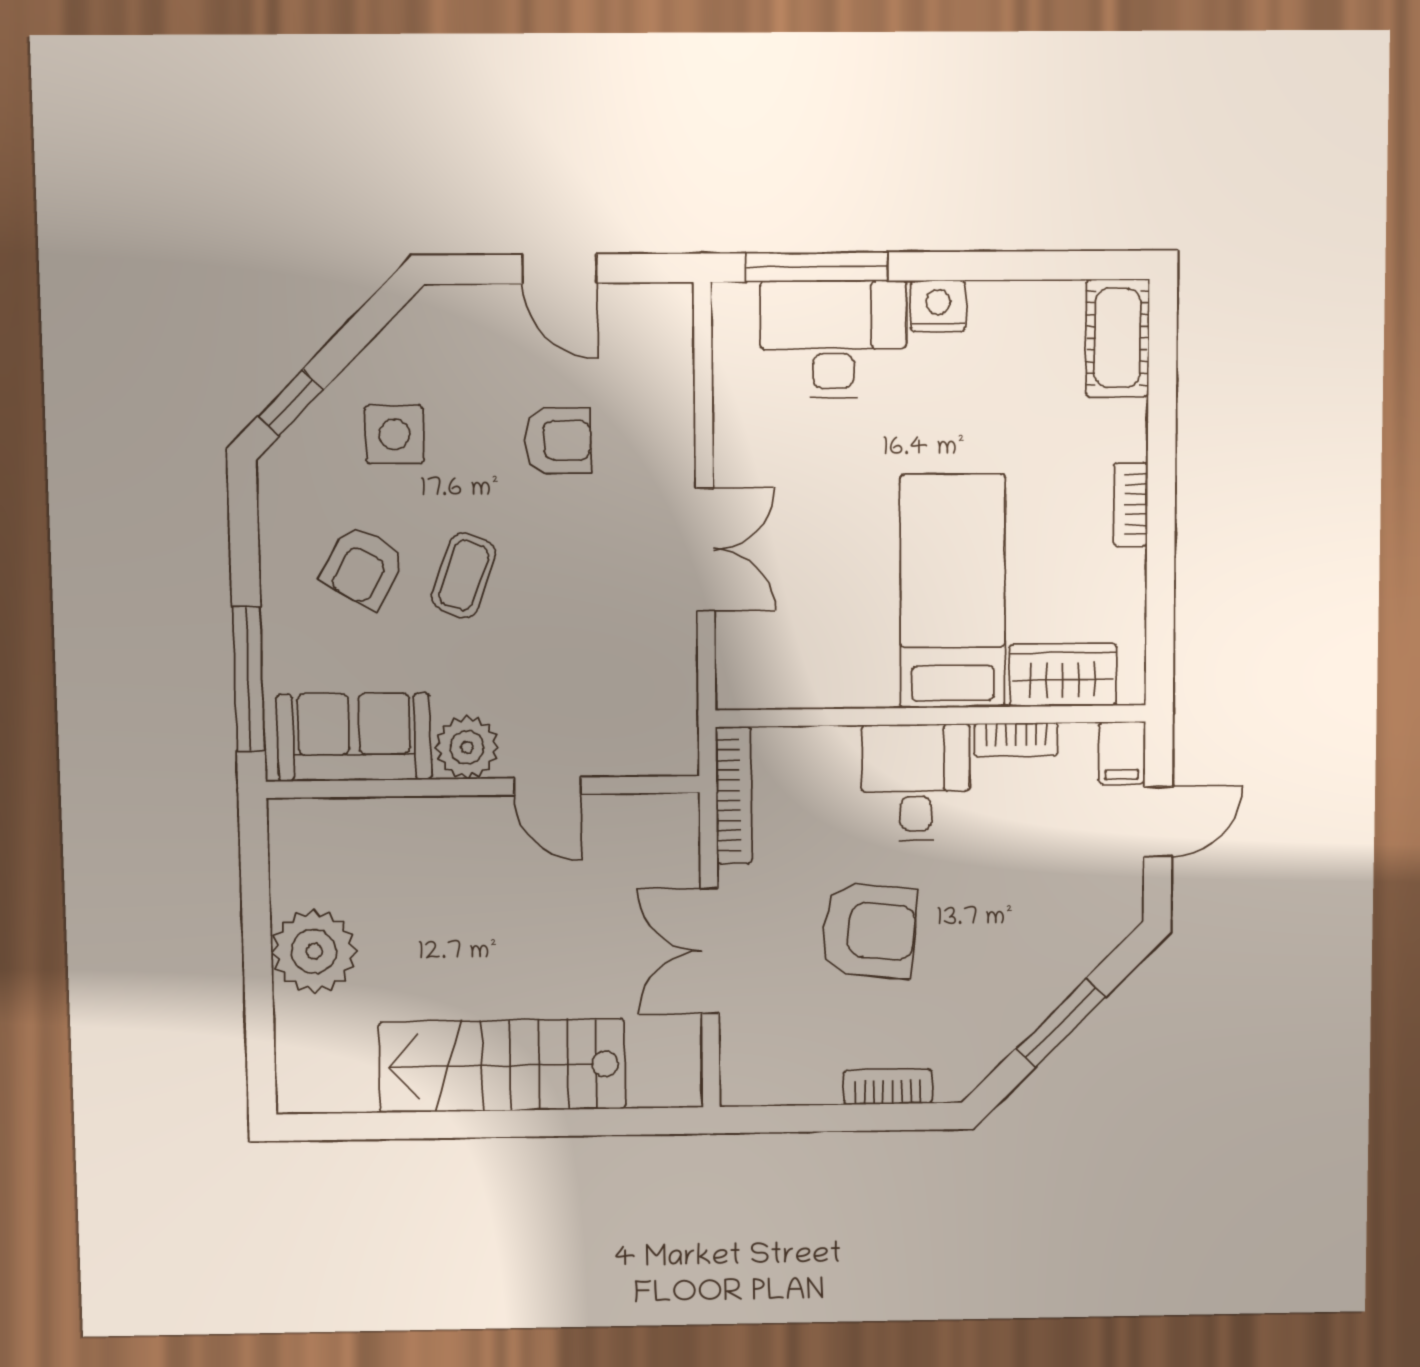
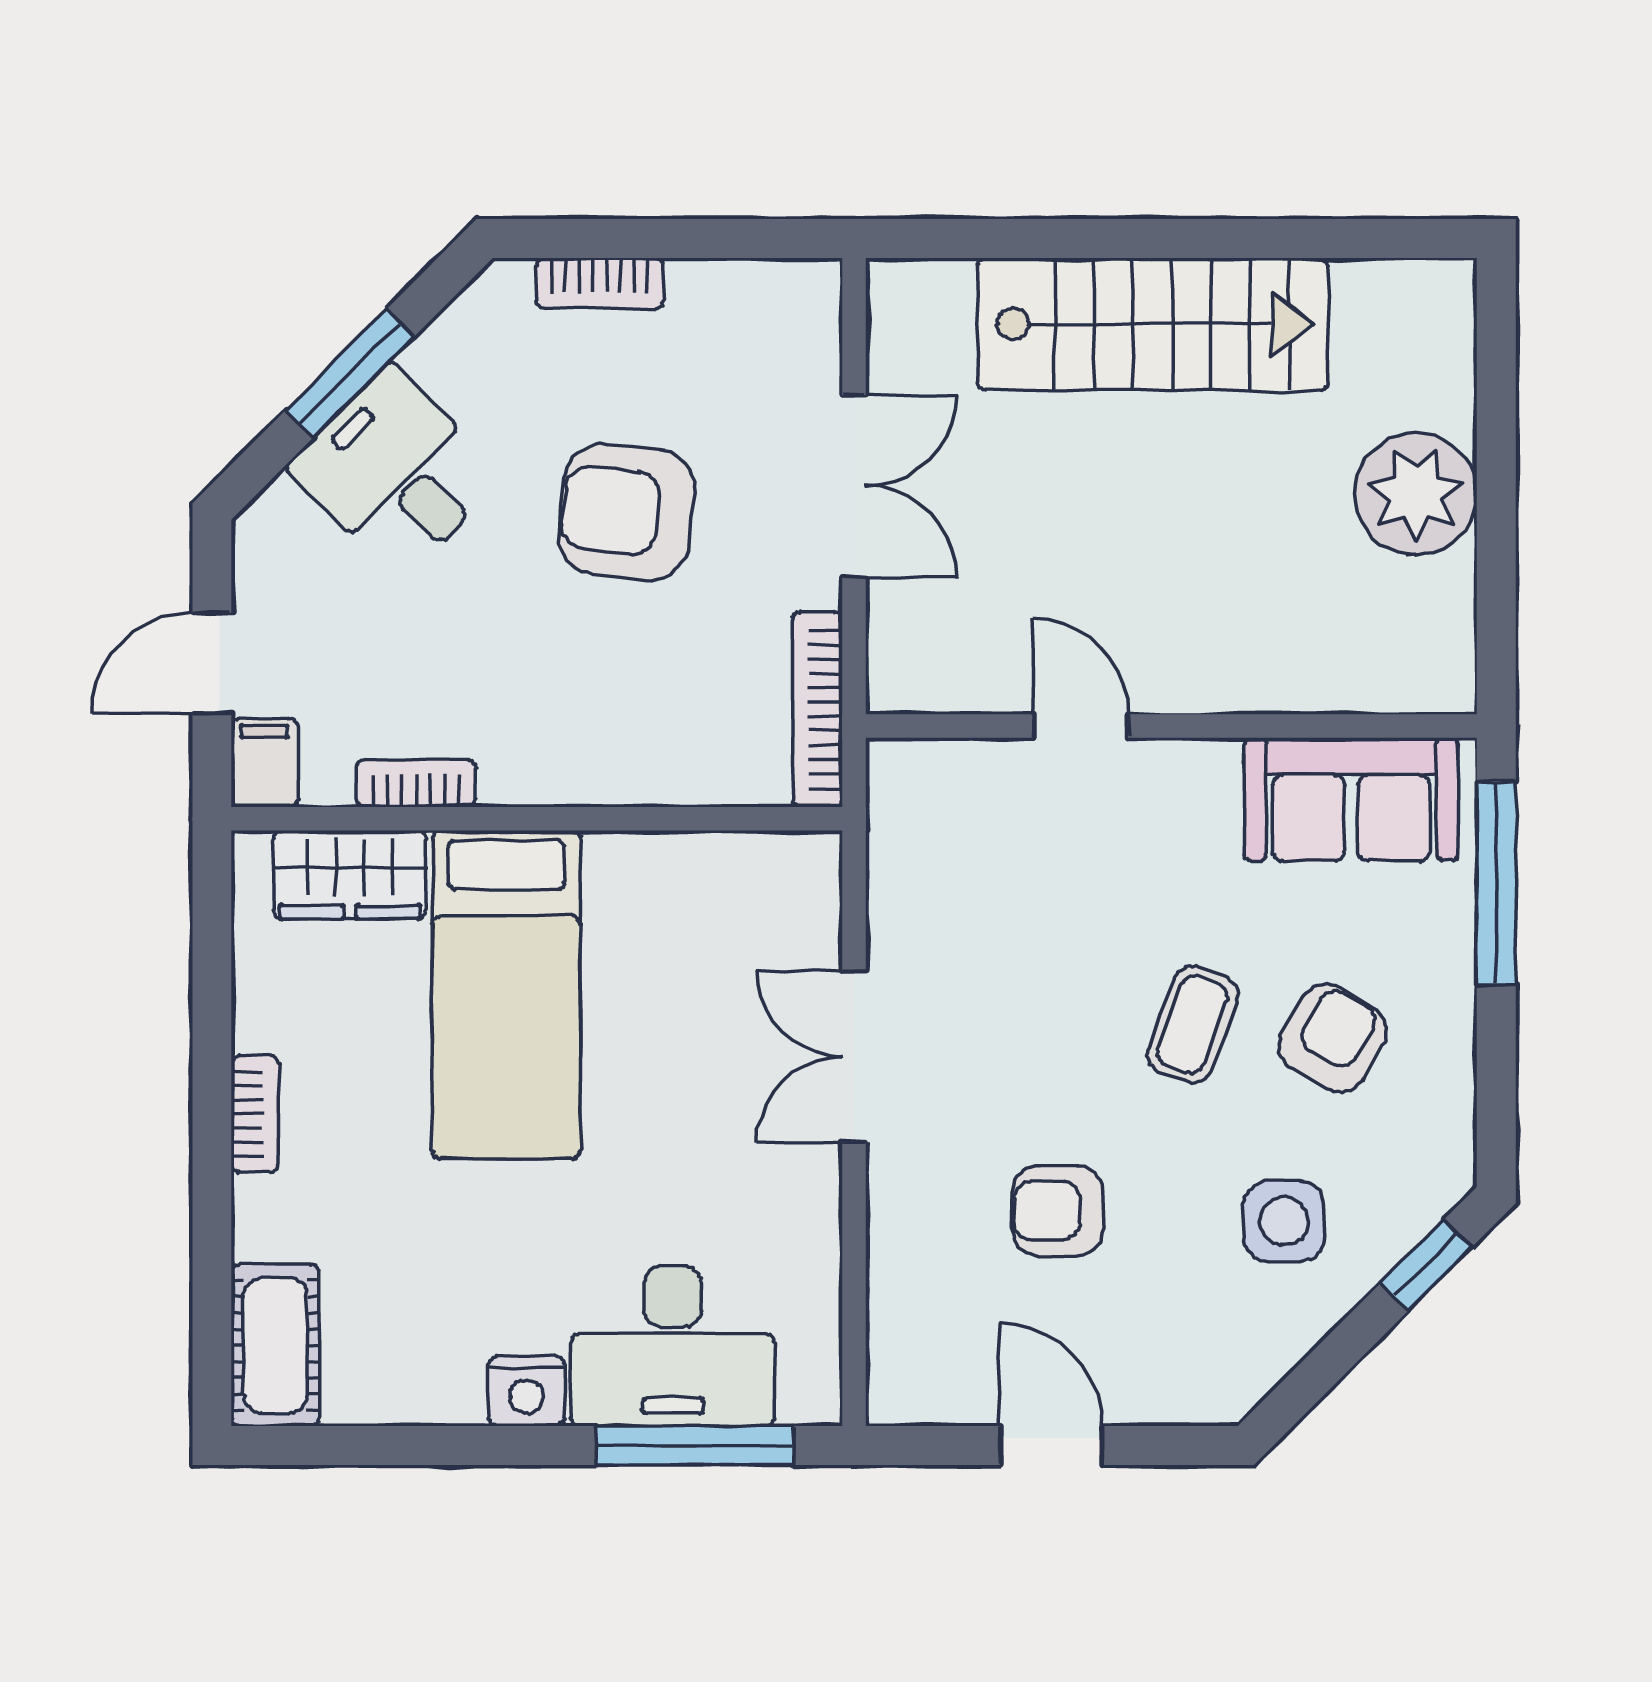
plant: (467, 747) -> (1193, 783), removed
desk: (916, 782) -> (396, 472), moved, turned 135

